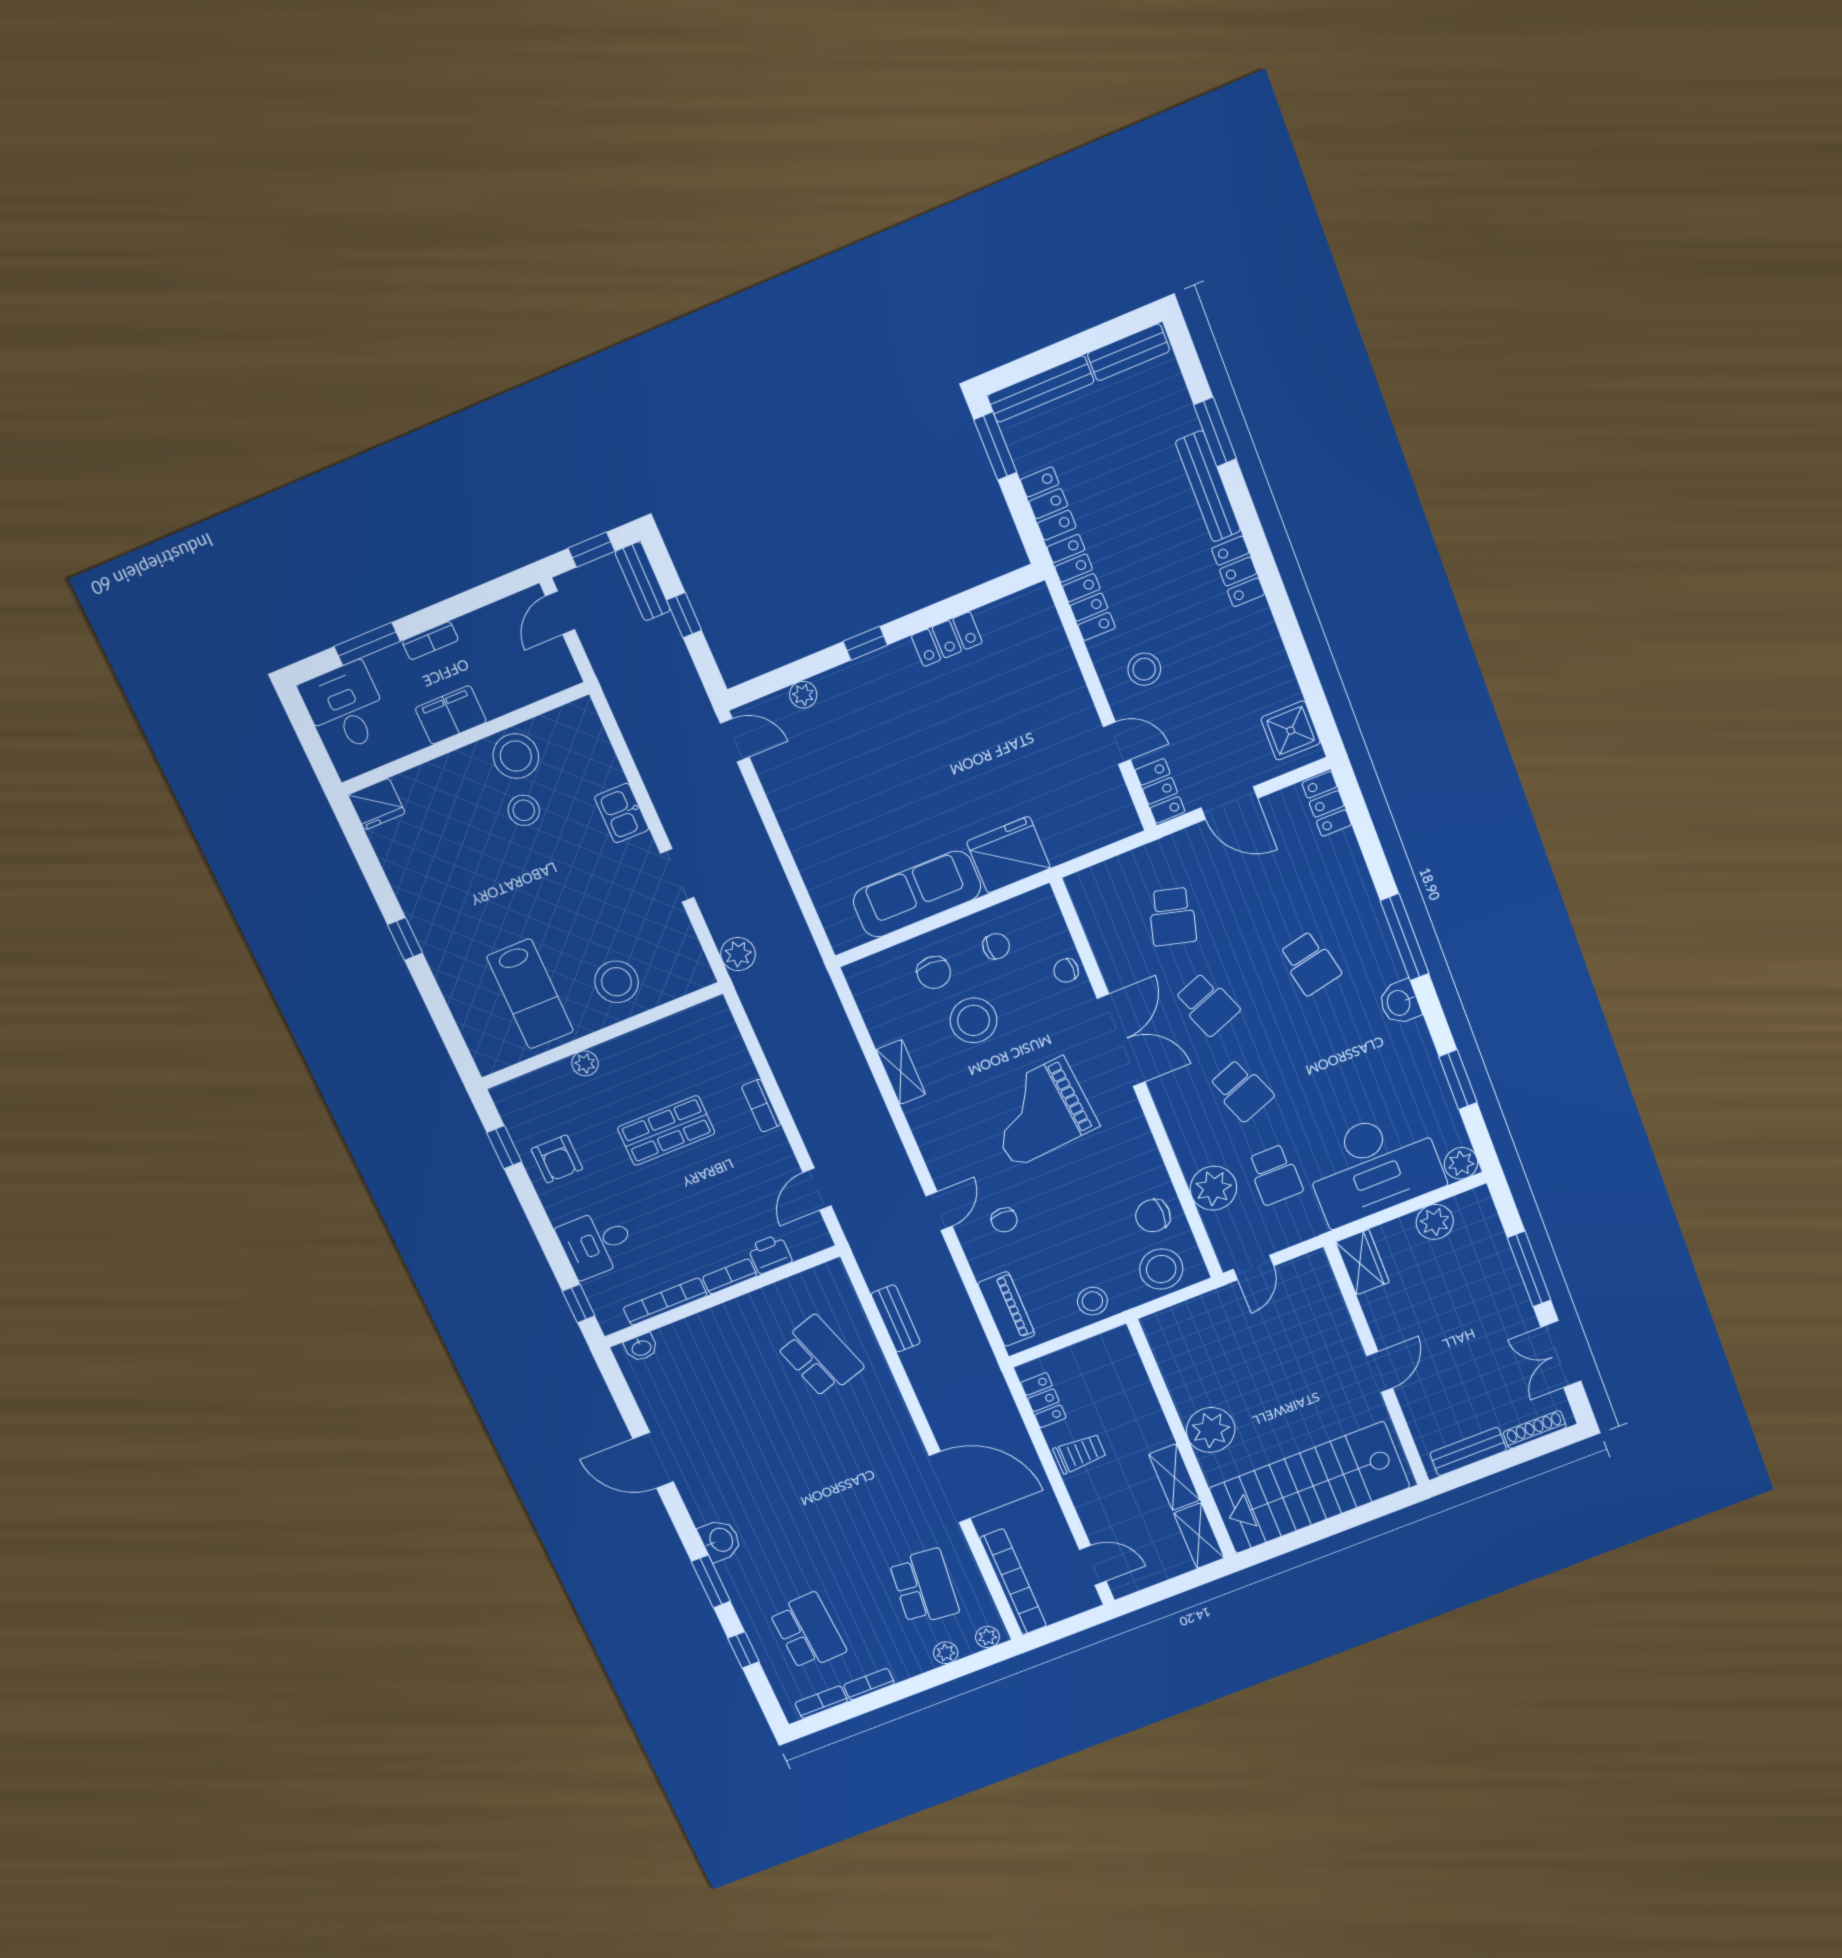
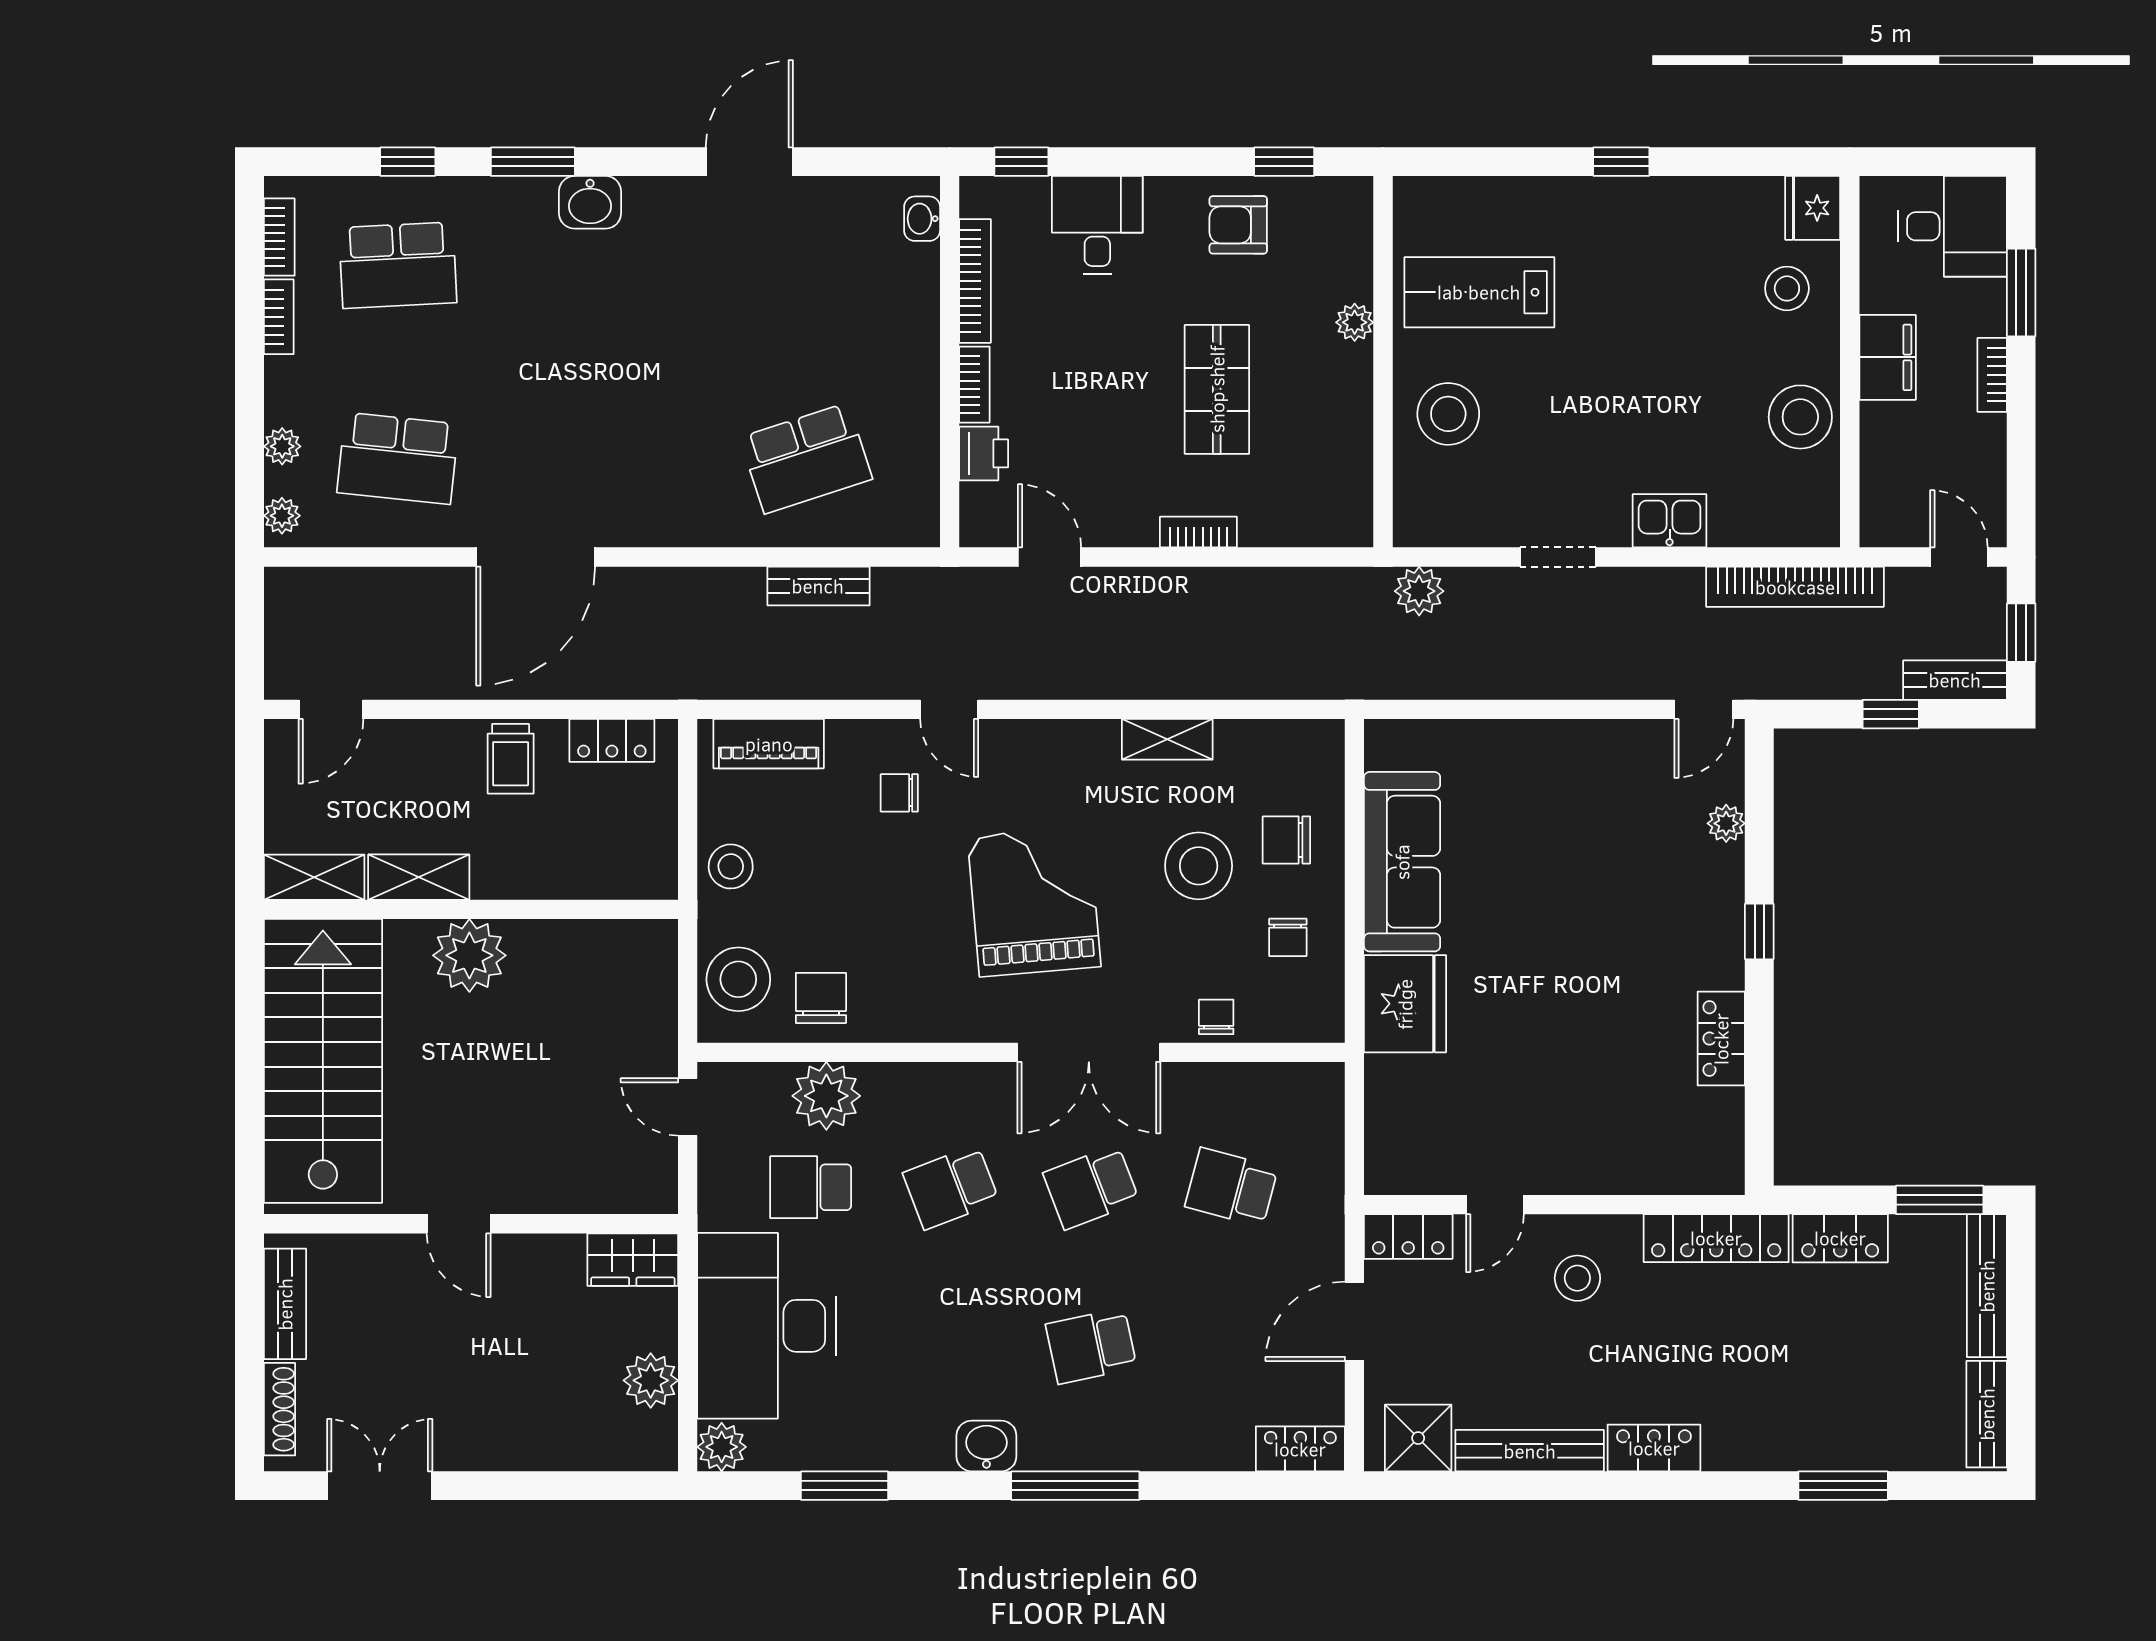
bench: (1208, 486) -> (1530, 1451), moved
stool: (524, 810) -> (1787, 288), moved
window: (1529, 1269) -> (527, 1486), removed
bookcase: (1013, 1582) -> (1795, 587), moved

